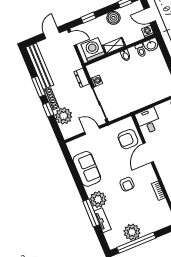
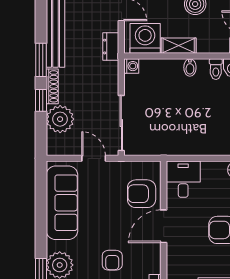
dresser: (82, 78) -> (111, 47), moved
washing machine: (97, 81) -> (131, 66), moved
sofa: (87, 169) -> (62, 203), width x1.36

